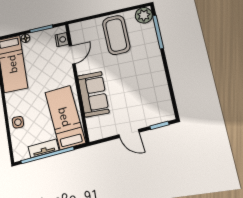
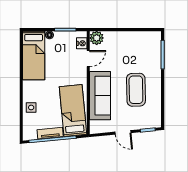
plant: (144, 15) -> (97, 38), moved
coffee table: (116, 35) -> (136, 90), moved
sofa: (93, 94) -> (100, 96), width x1.36

